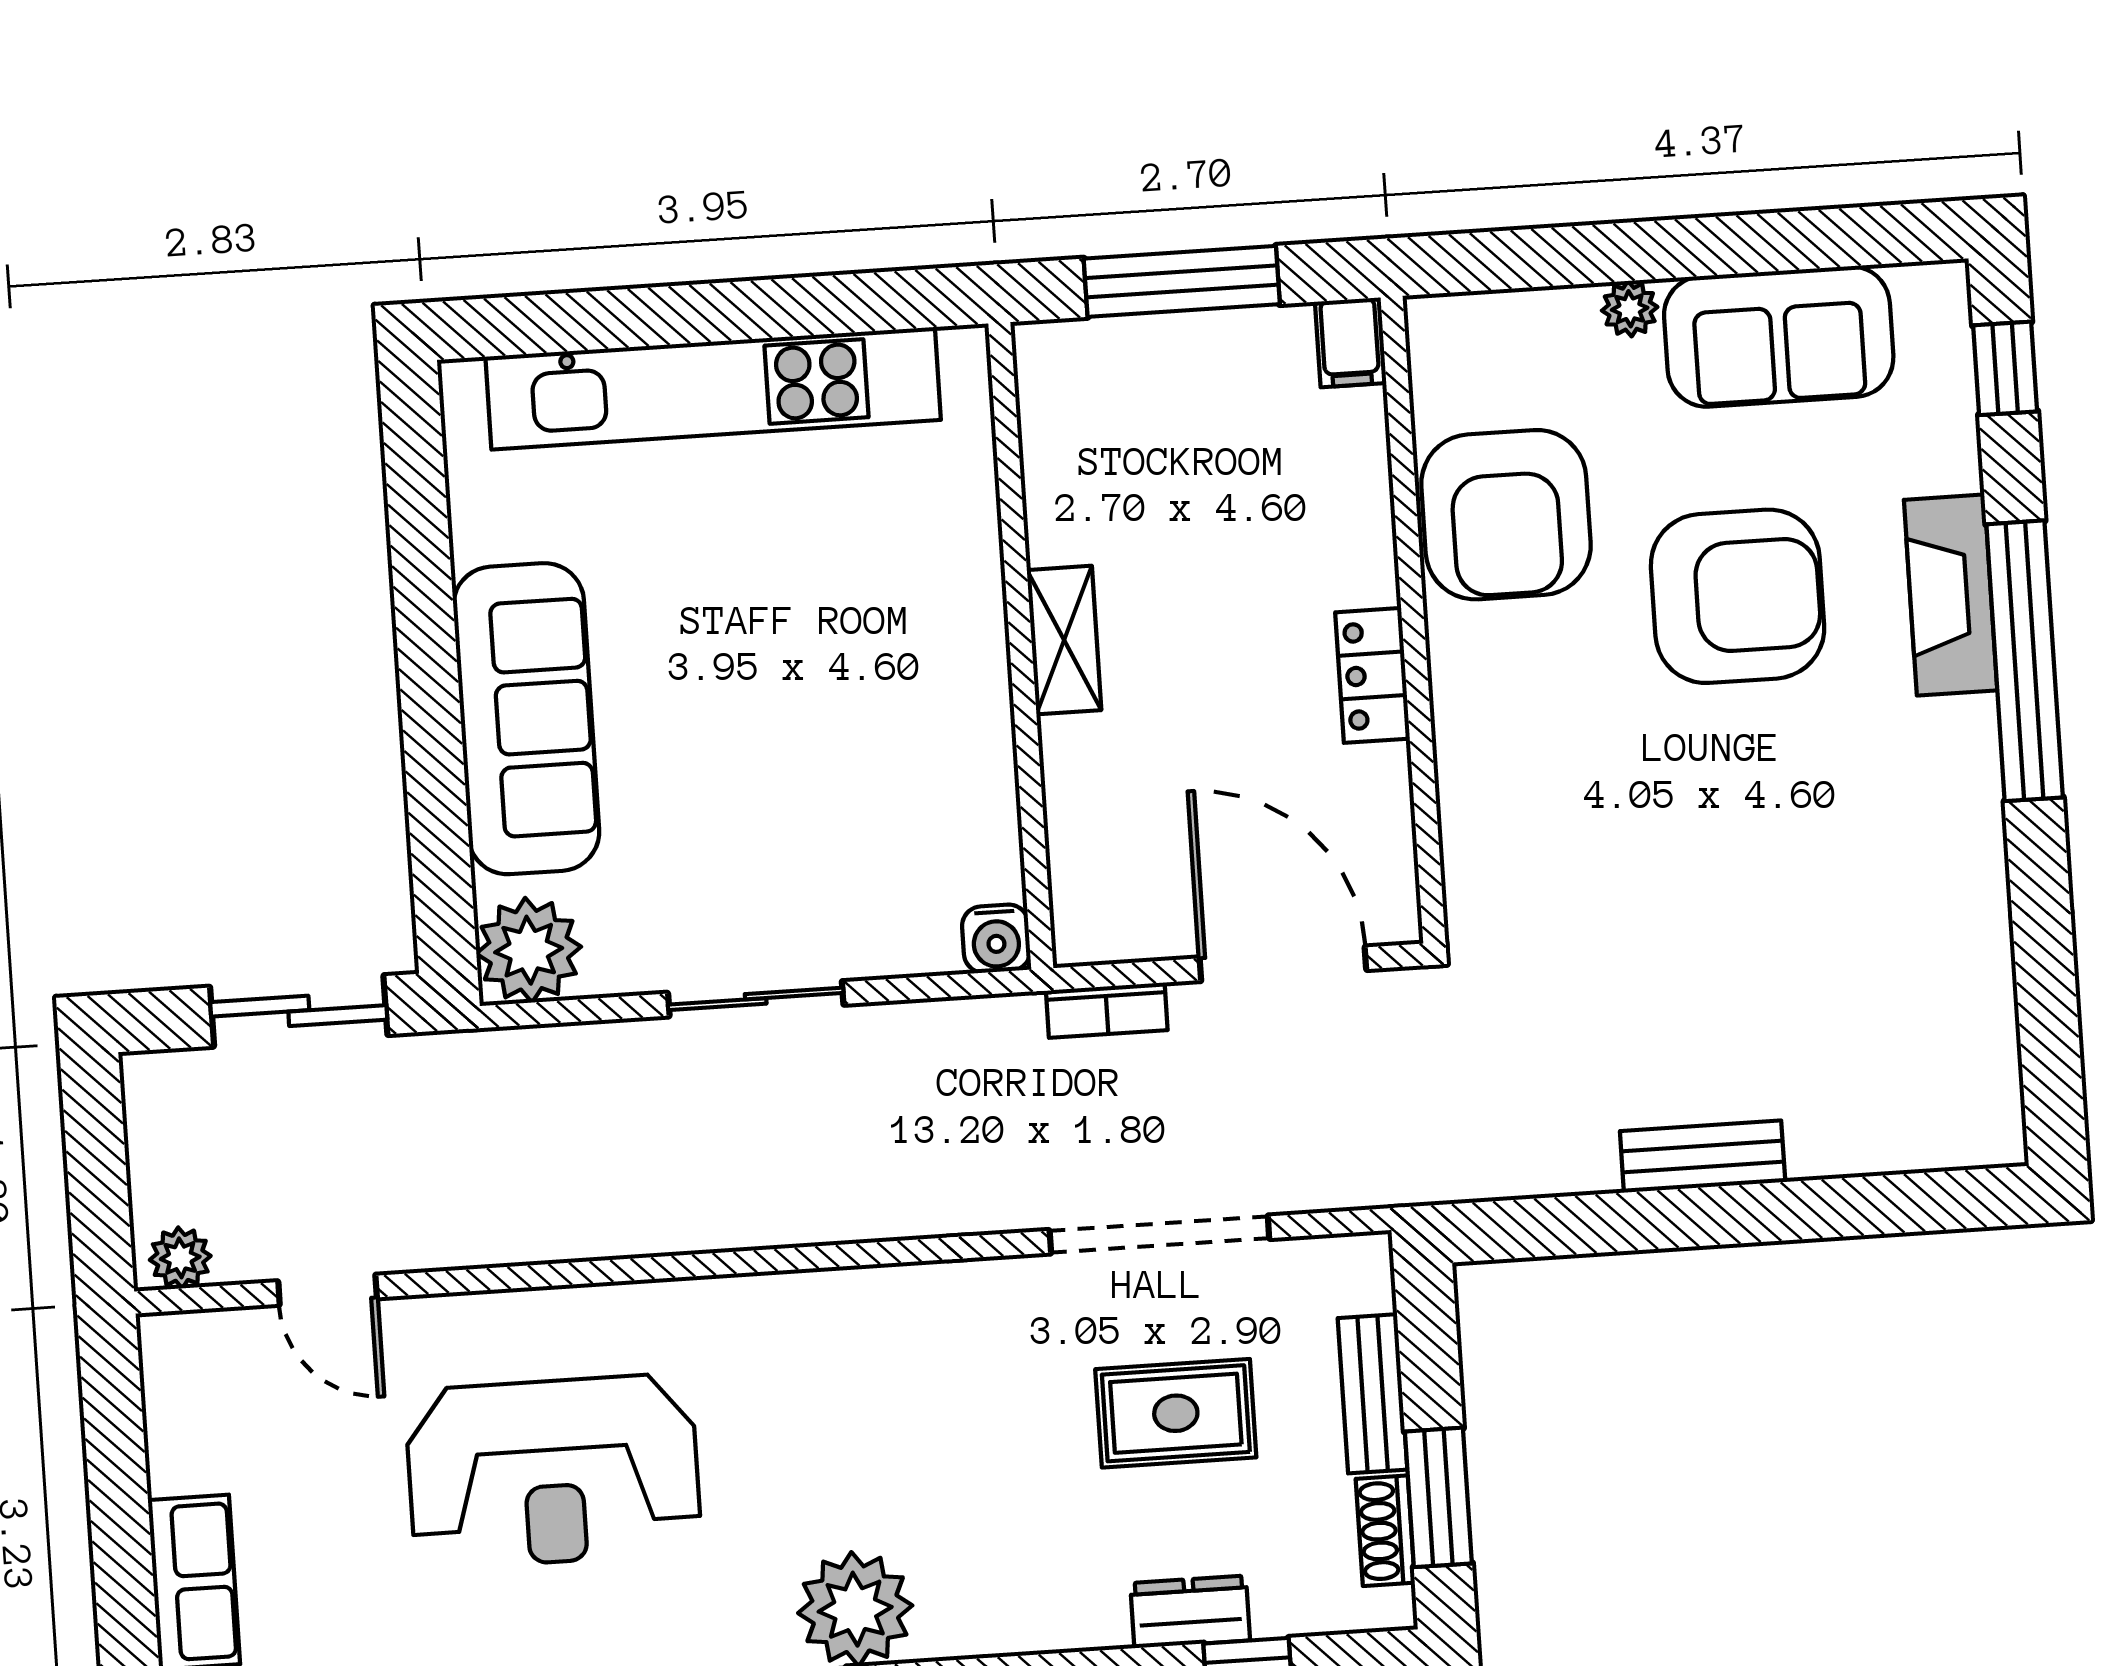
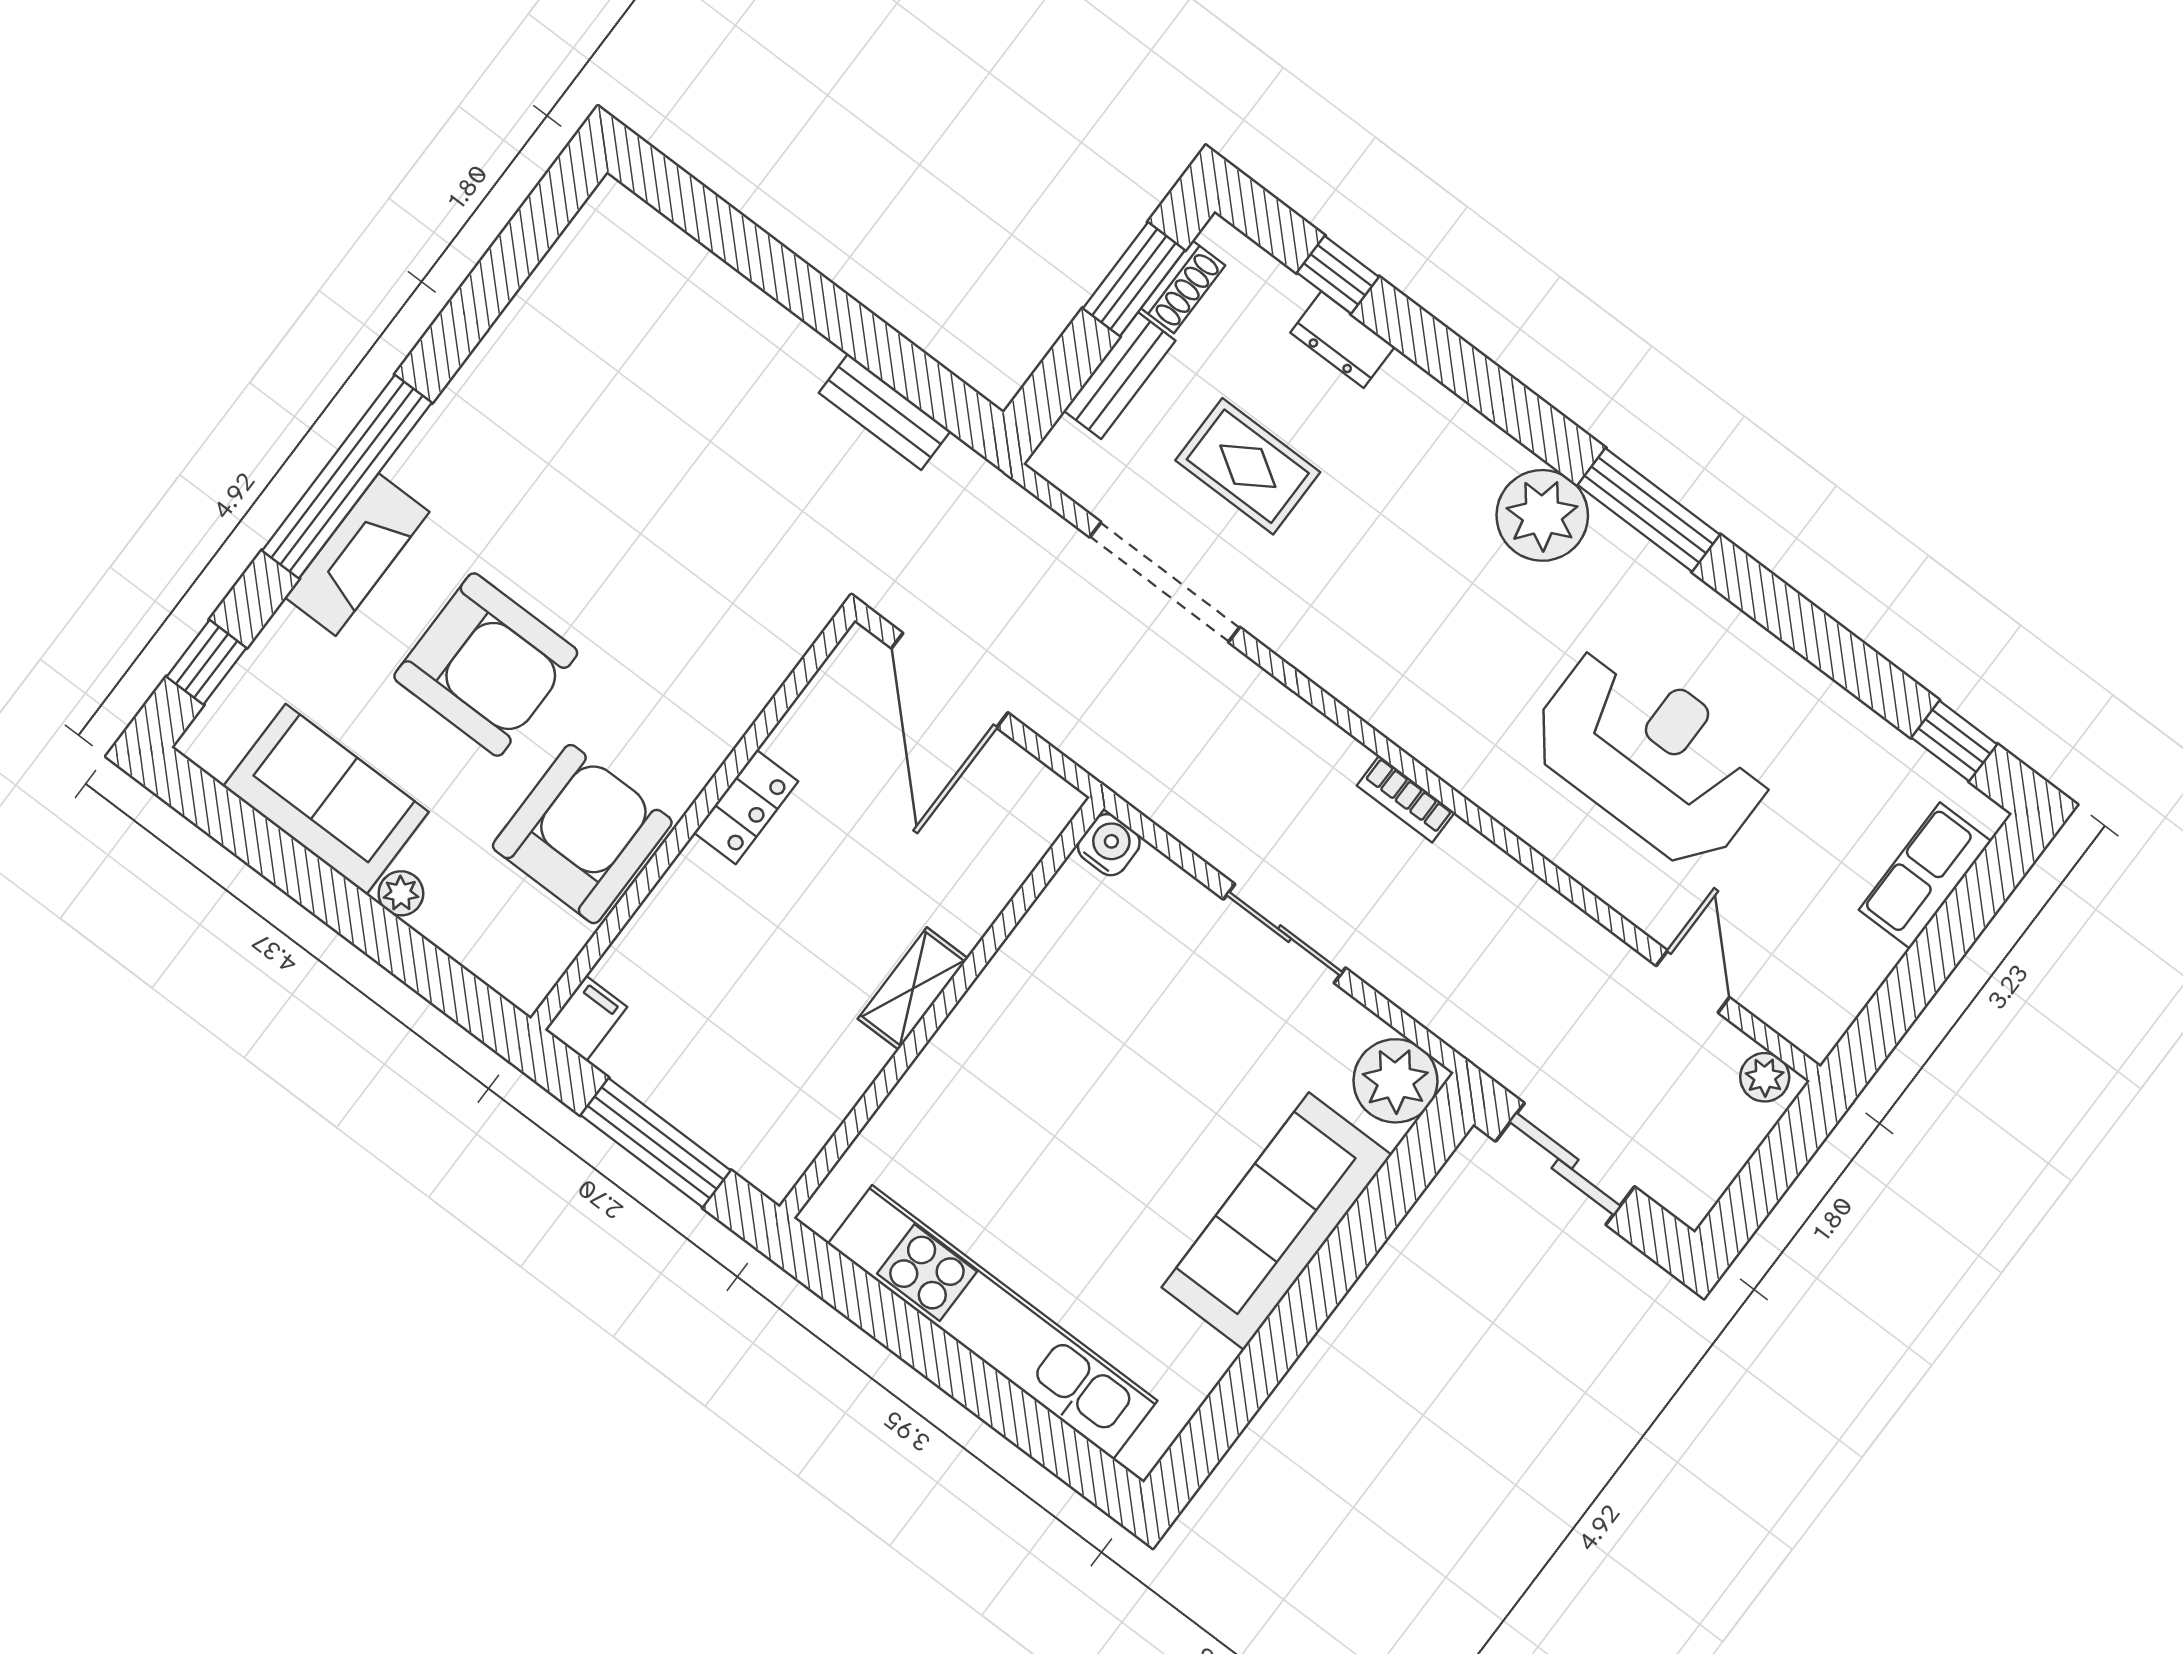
armchair: (1738, 596) -> (486, 665), turned 180
bookcase: (1107, 1010) -> (1406, 799), moved, turned 180
bench: (1703, 1157) -> (885, 412), moved

